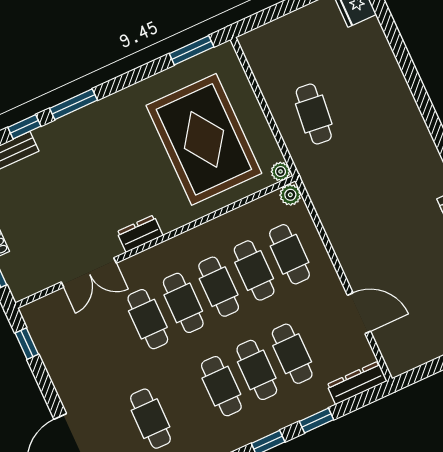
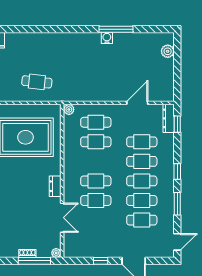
plant: (281, 171) -> (56, 253), moved
cafe table: (219, 287) -> (142, 200), moved
window: (27, 344) -> (101, 261), moved
window: (316, 420) -> (177, 124), moved

